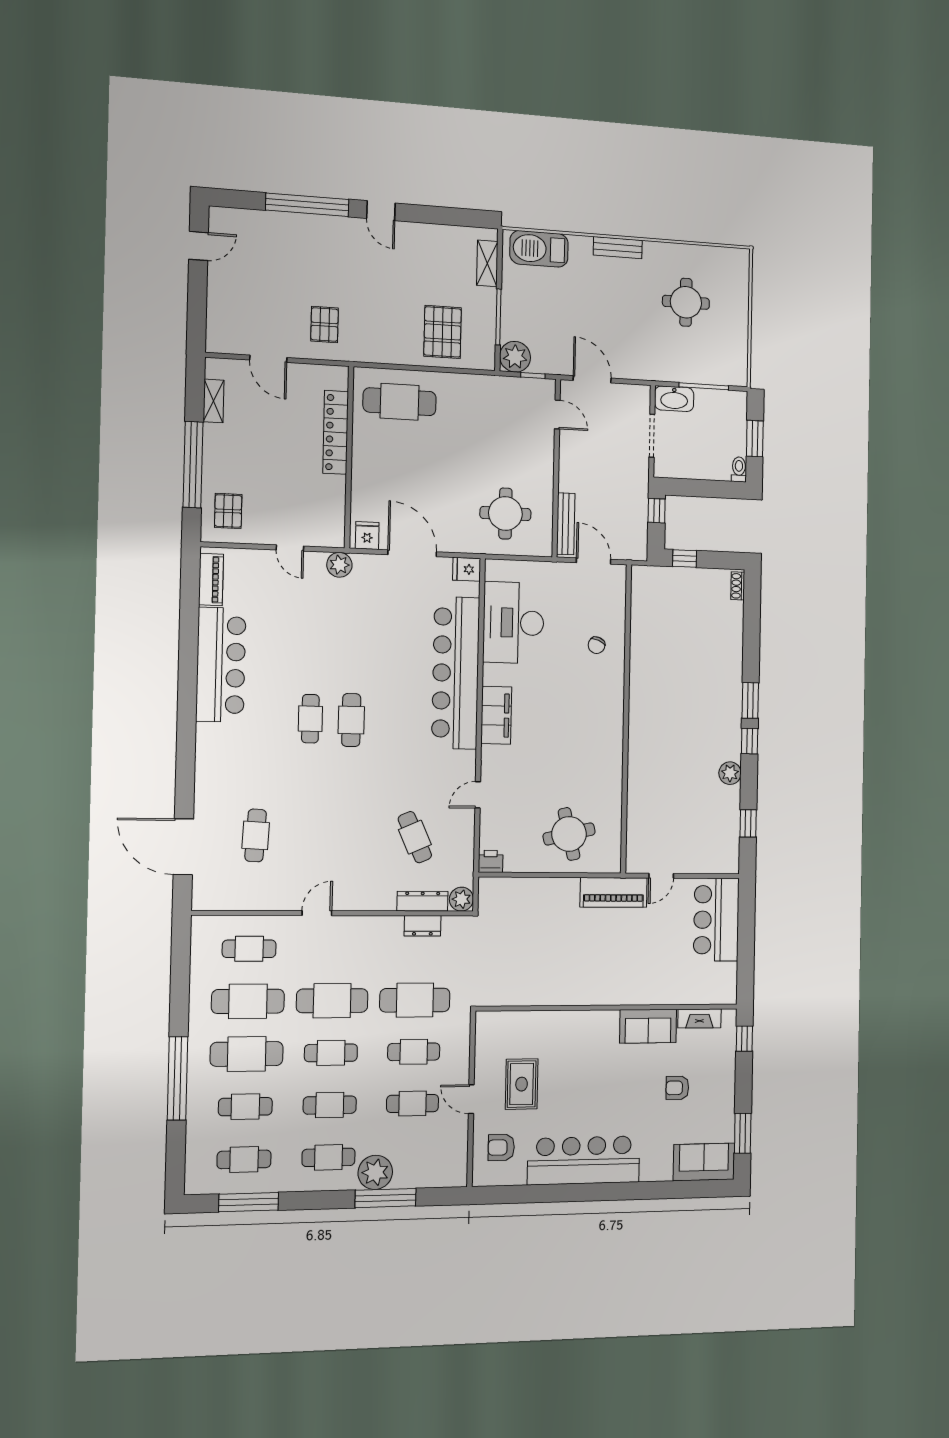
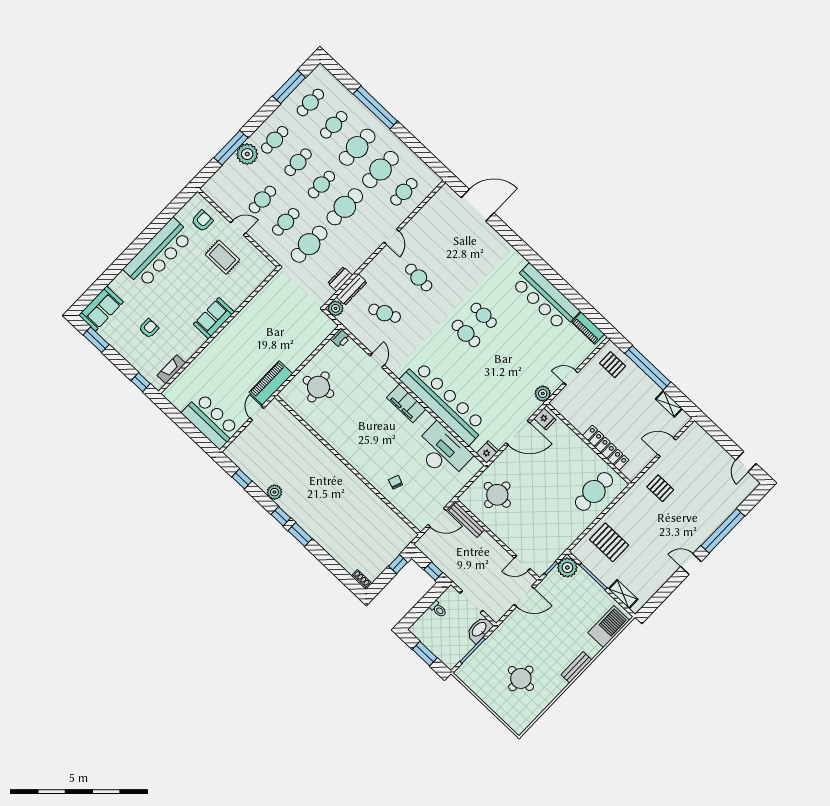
toilet: (739, 469) -> (438, 609), moved
cafe table: (256, 835) -> (419, 277), moved
sofa: (648, 1026) -> (214, 318), moved

